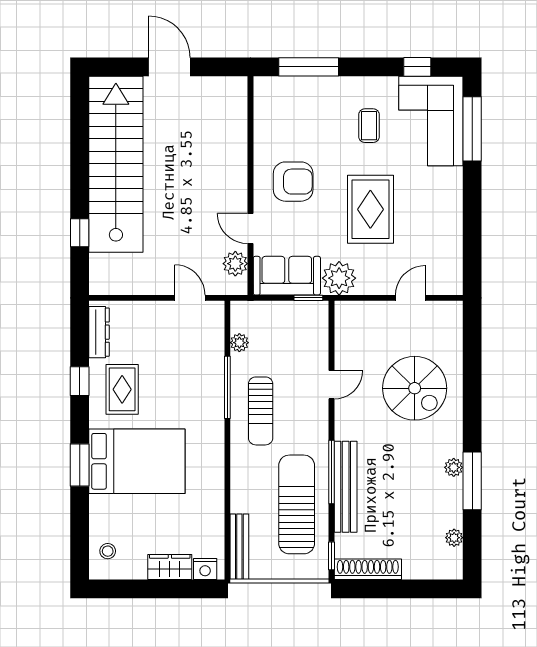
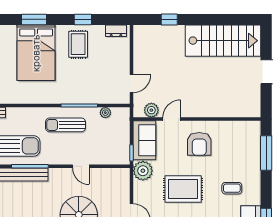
stairs: (116, 164) -> (223, 41), width x0.73
dresser: (99, 332) -> (116, 31), width x0.70
rug: (122, 389) -> (78, 44), turned 90

